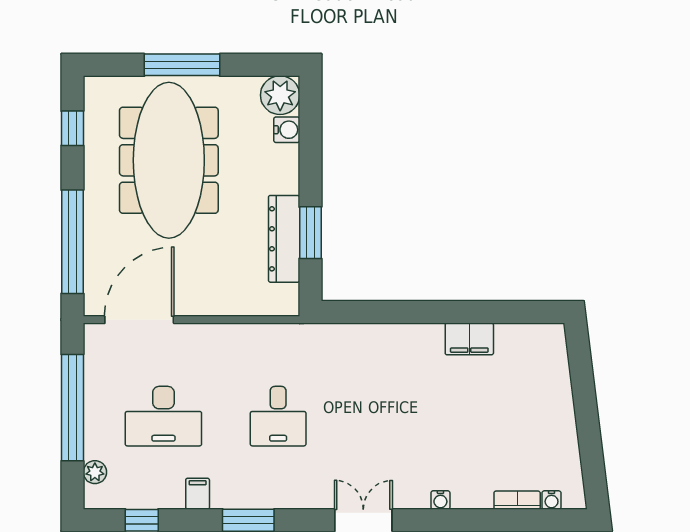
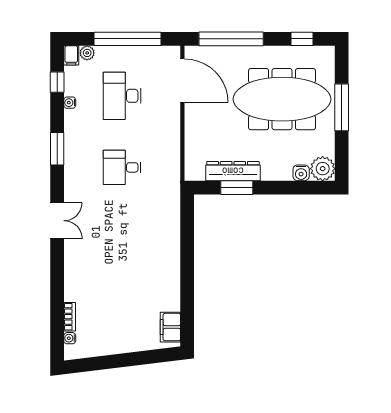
filing cabinet: (469, 339) -> (170, 327), moved
filing cabinet: (198, 494) -> (71, 55), moved, turned 90
water cooler: (440, 500) -> (70, 103), moved

